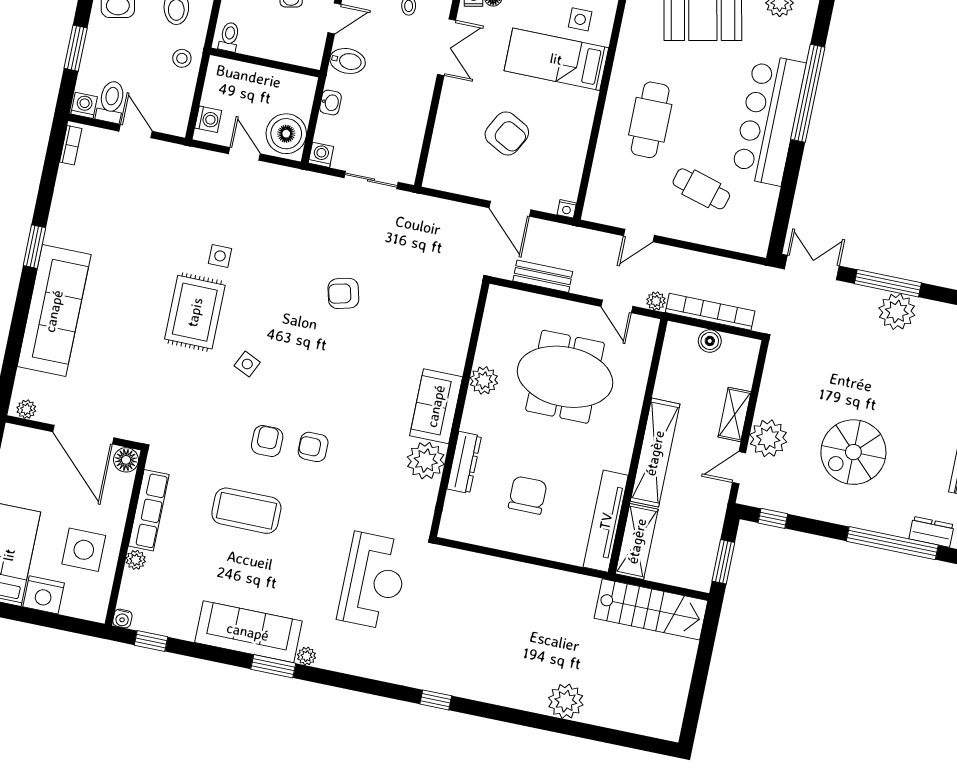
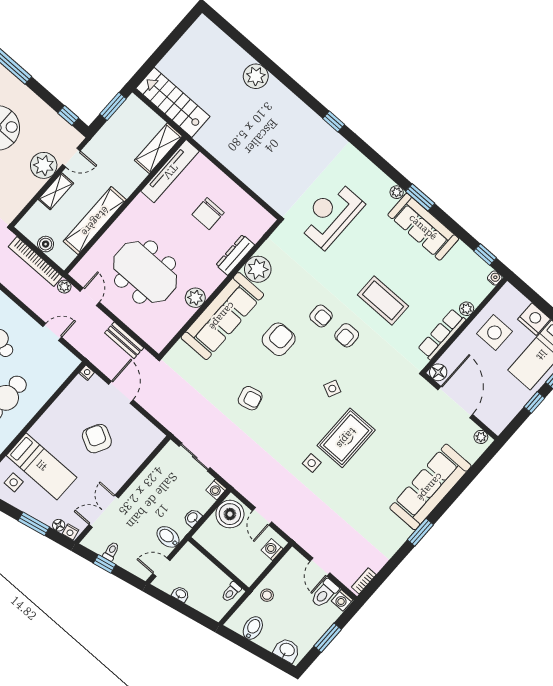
armchair: (350, 388) -> (279, 339), added
sofa: (436, 406) -> (222, 316), width x1.85, depth x1.27
shelving: (655, 453) -> (95, 221), moved

